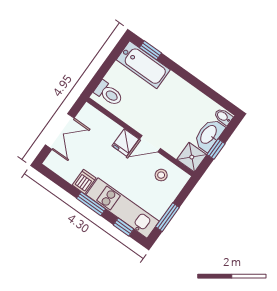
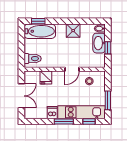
fridge: (125, 142) -> (46, 78), moved
shower: (192, 157) -> (73, 31), moved

